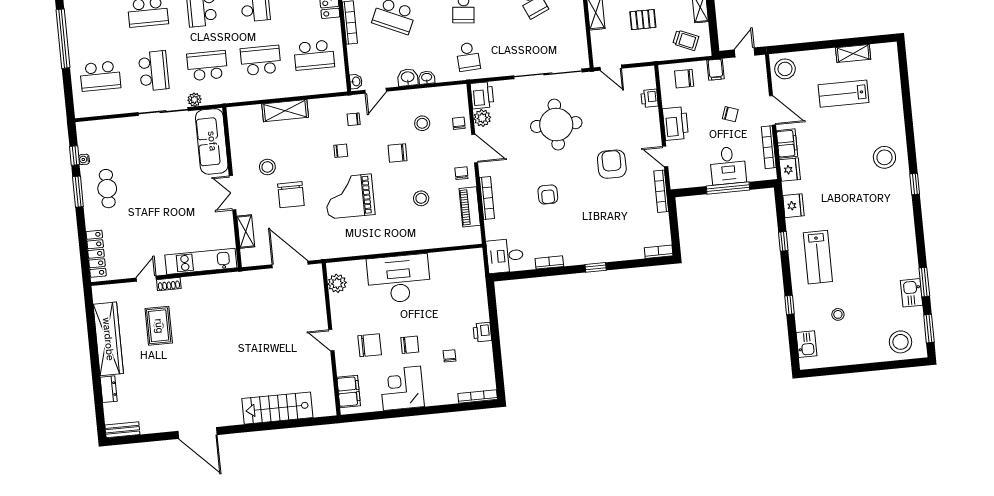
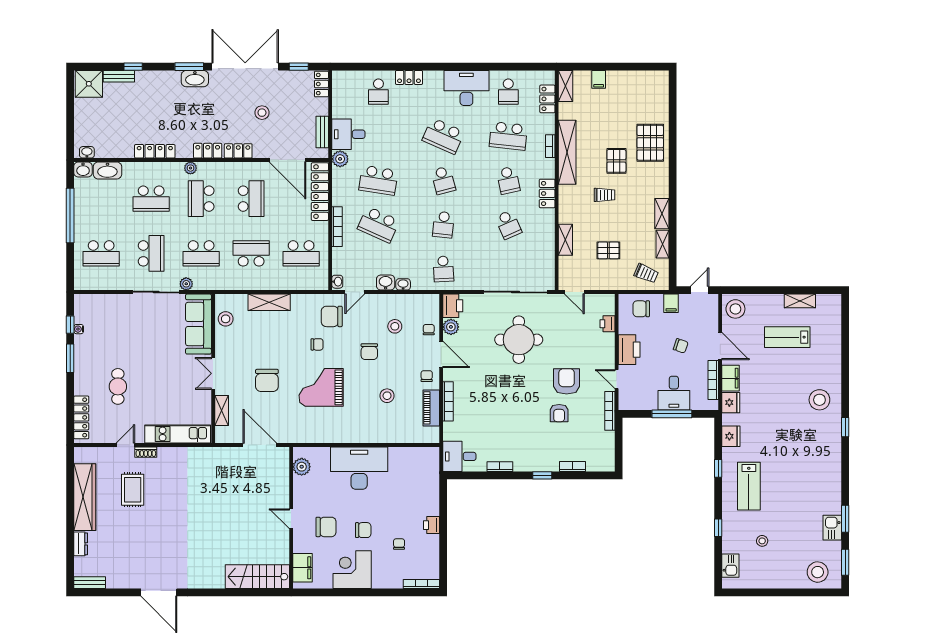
school desk: (207, 66) -> (201, 253), turned 180
chair: (354, 119) -> (332, 316), width x1.87, depth x1.87
chair: (398, 153) -> (369, 352), turned -90
stool: (267, 167) -> (226, 319), moved
cafe table: (107, 189) -> (118, 386), moved
armchair: (548, 194) -> (559, 413), moved
bookcase: (659, 252) -> (572, 467), moved
stairs: (277, 408) -> (257, 577), moved

